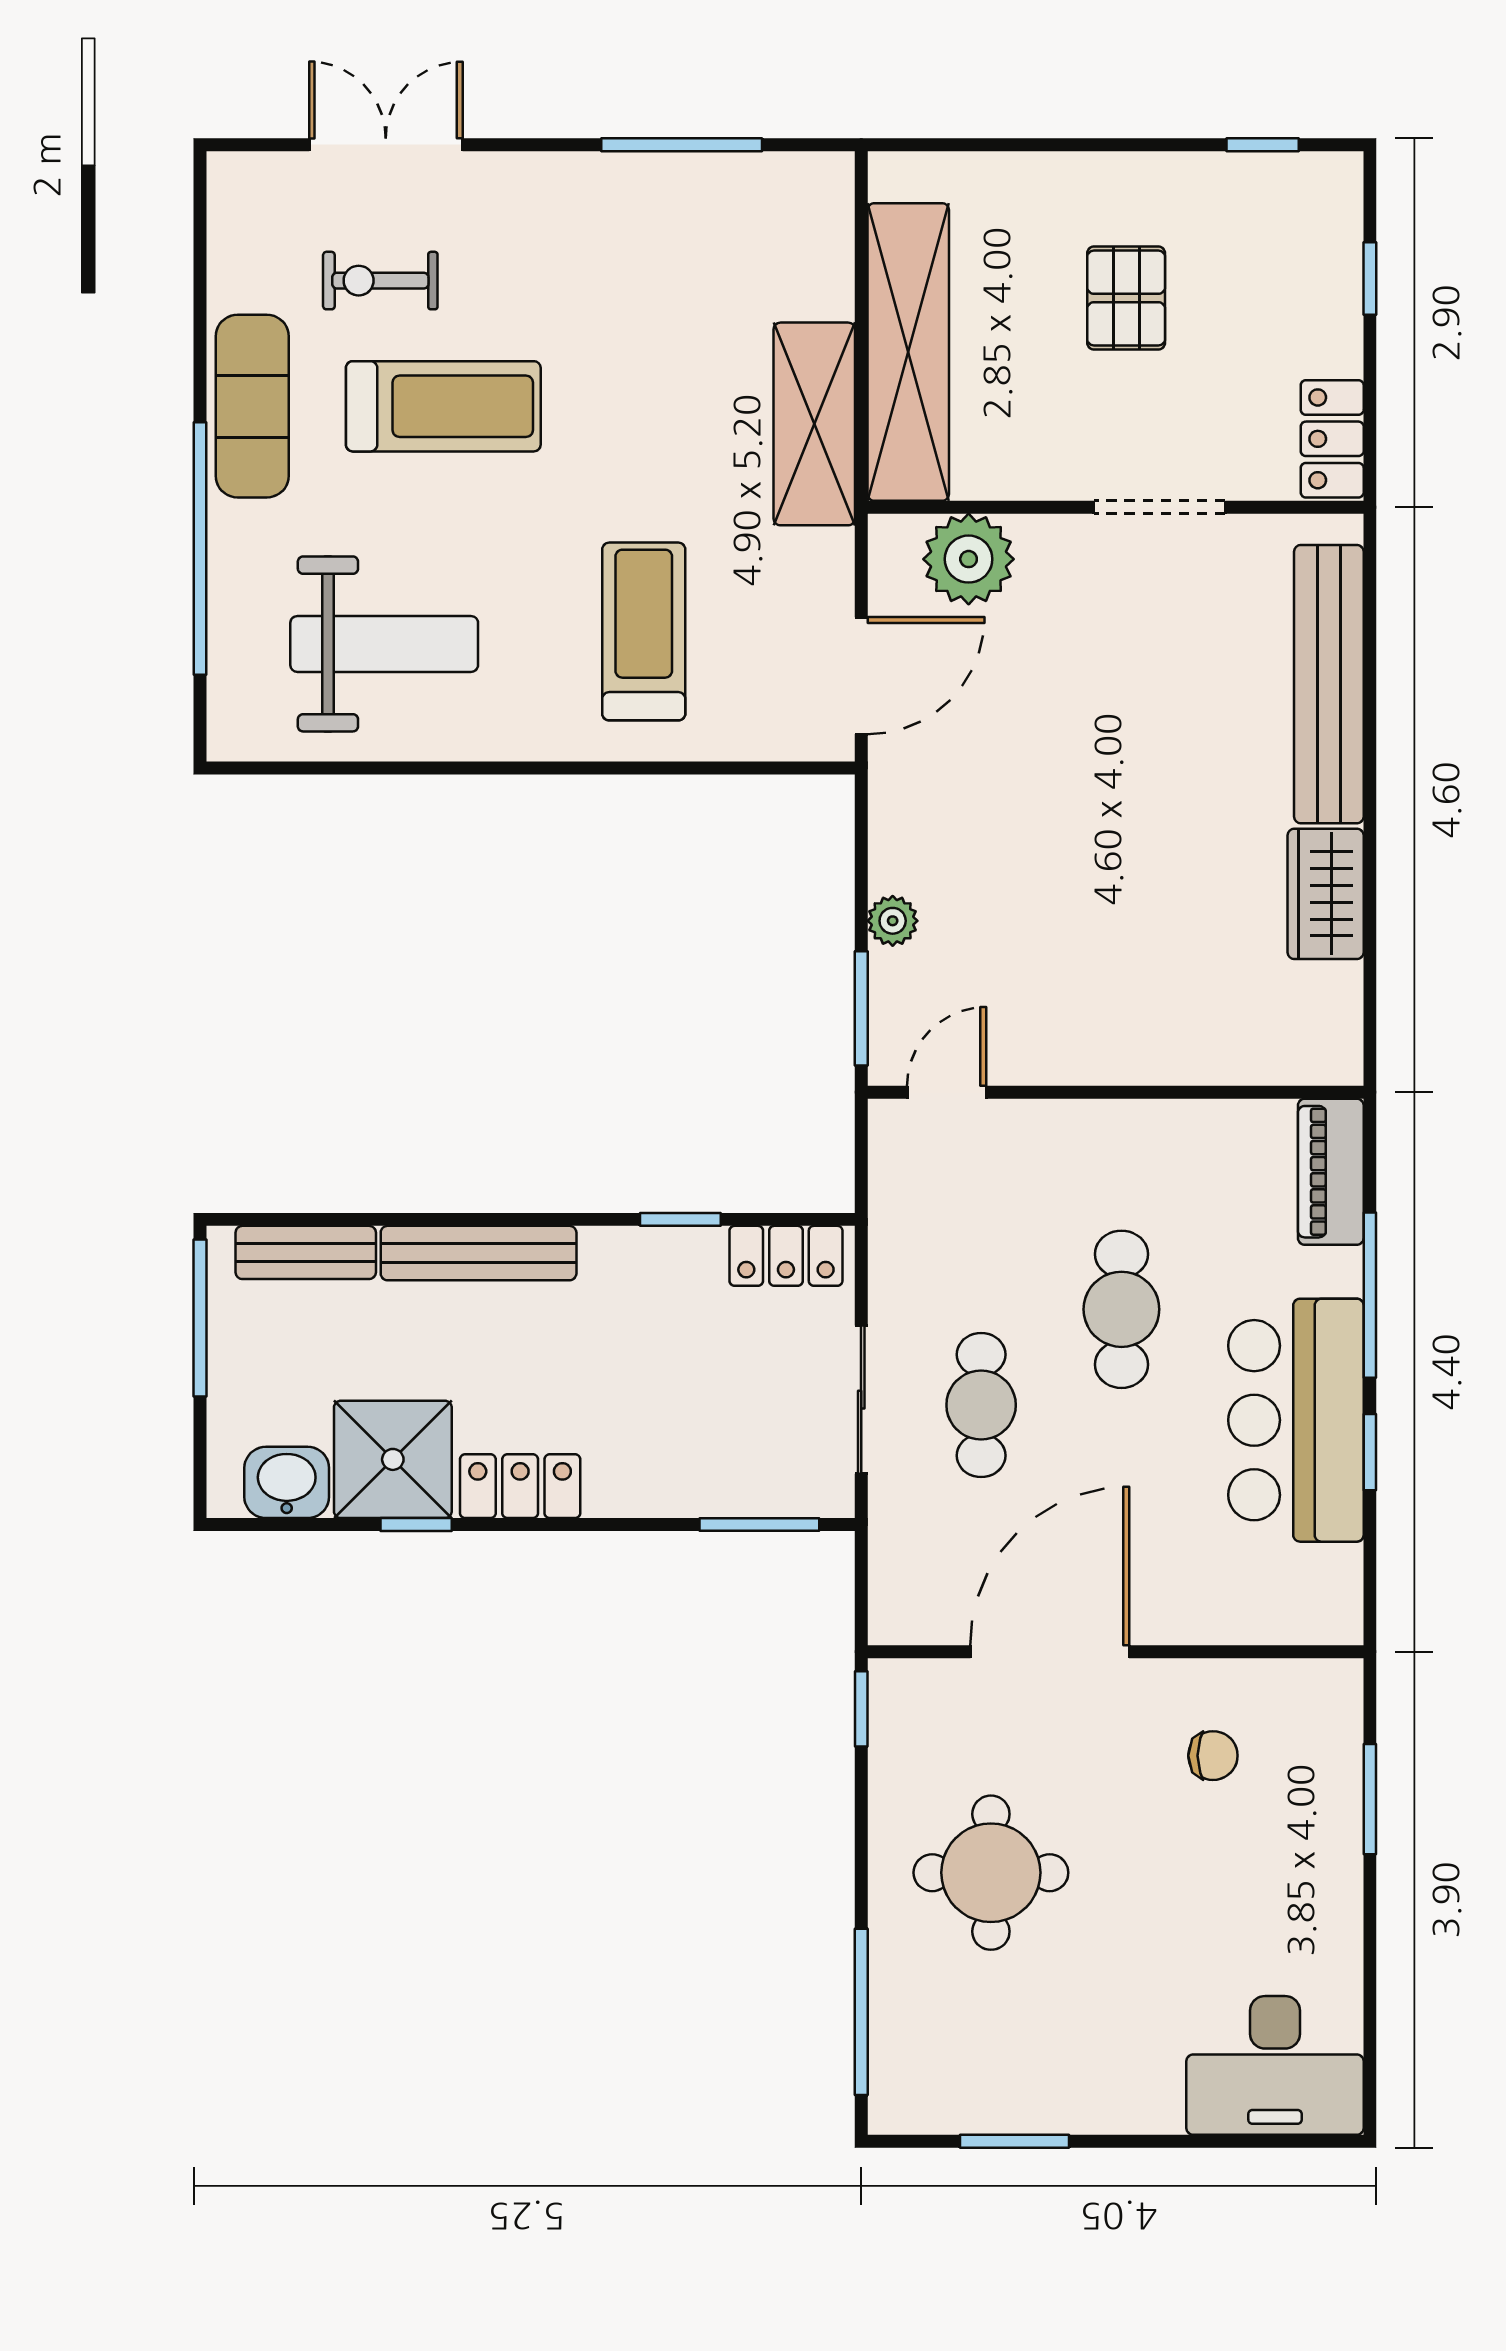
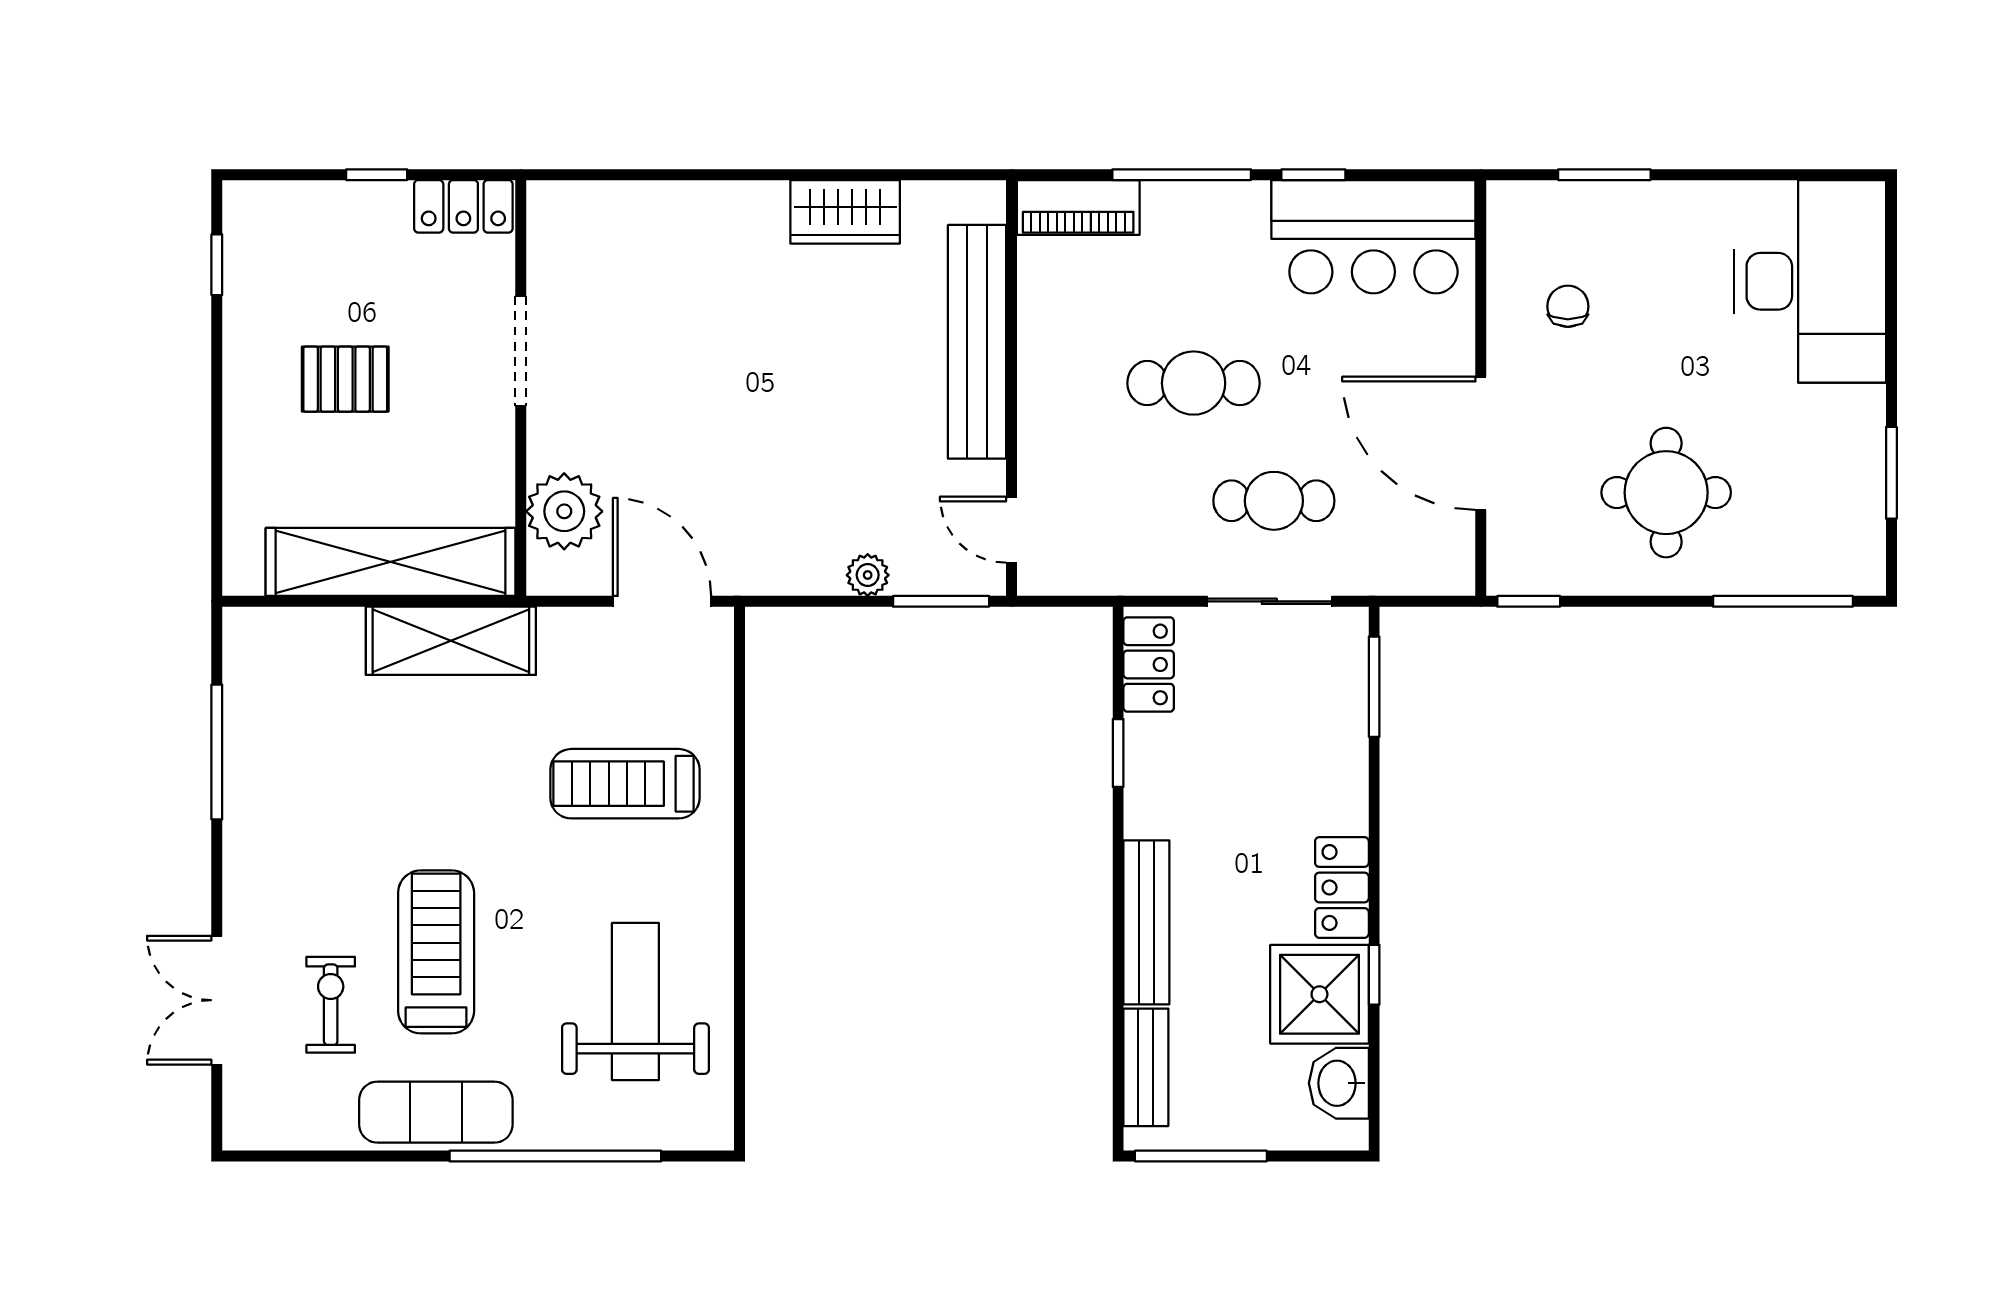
window: (1370, 279) -> (377, 175), moved
exercise bike: (380, 281) -> (331, 1005), turned 180
bench: (1329, 684) -> (977, 342), moved, turned 90
bar counter: (1296, 1420) -> (1373, 237), moved
desk: (1275, 2065) -> (1810, 281), width x1.36, depth x1.30

